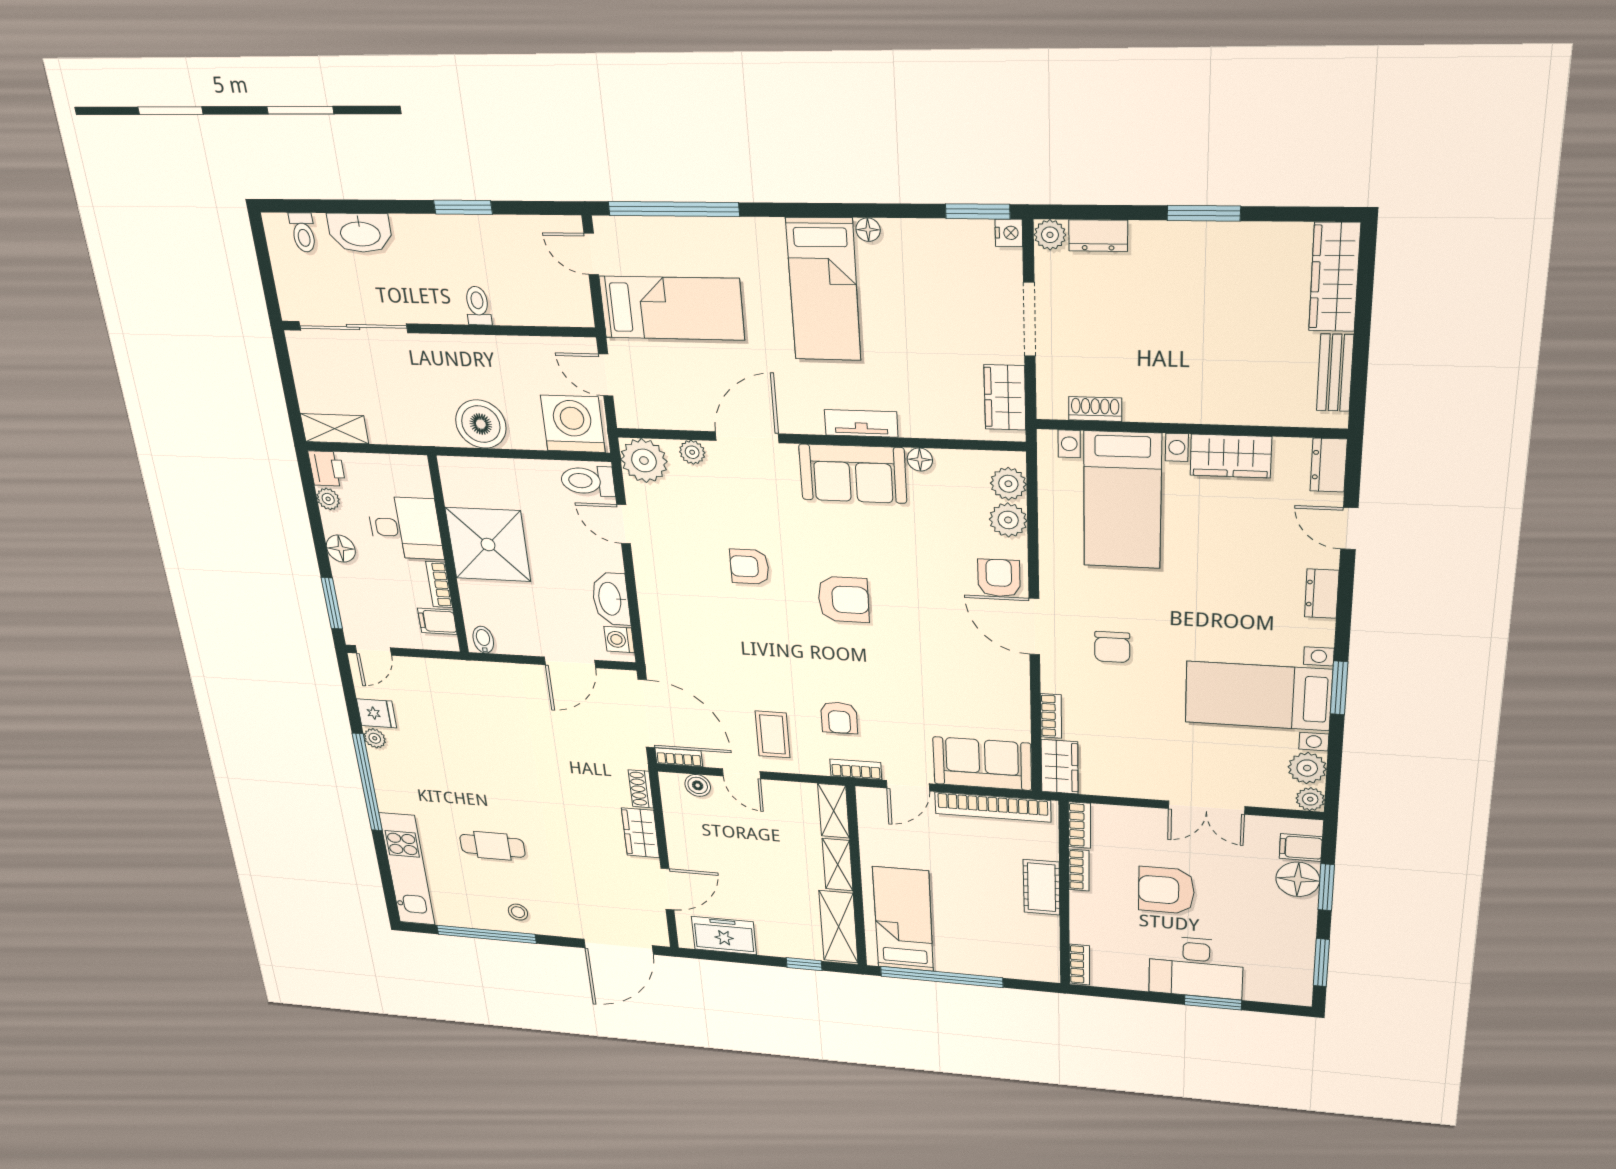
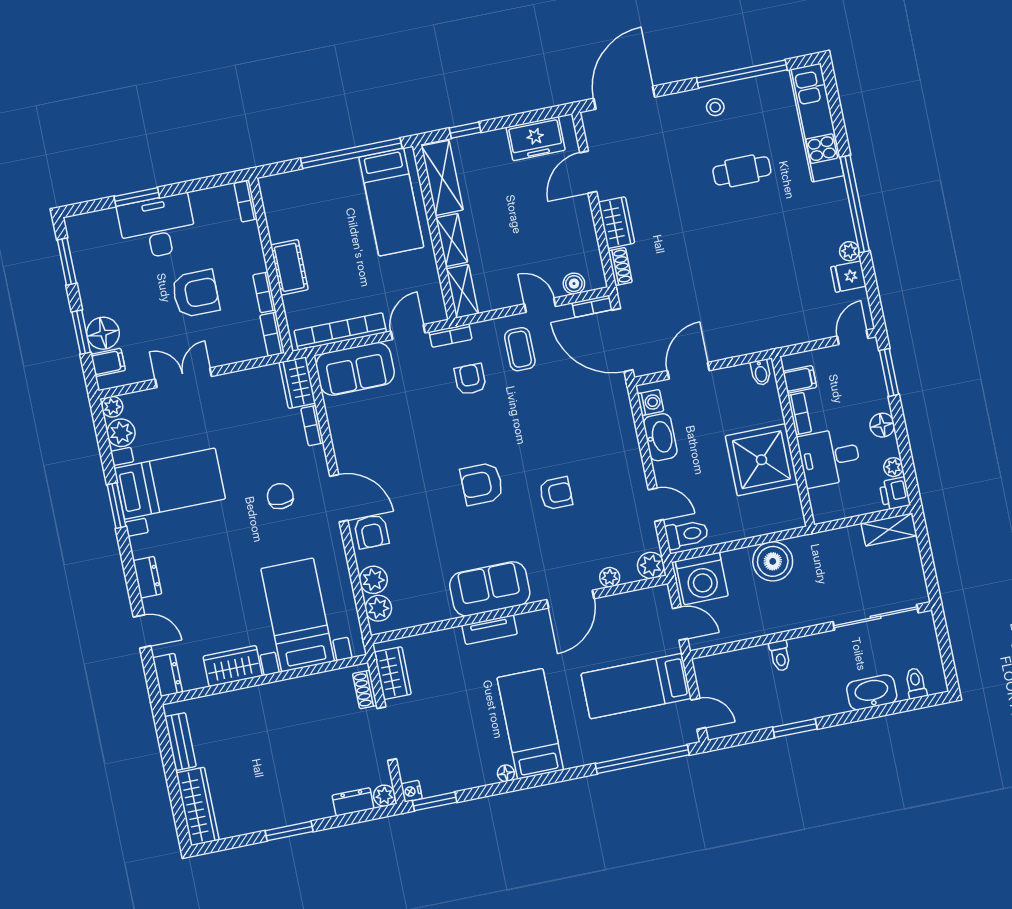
shoe rack: (1095, 409) -> (365, 690), moved, turned 90
floor lamp: (920, 460) -> (444, 612), removed
plant: (644, 461) -> (651, 565), width x0.73, depth x0.73

